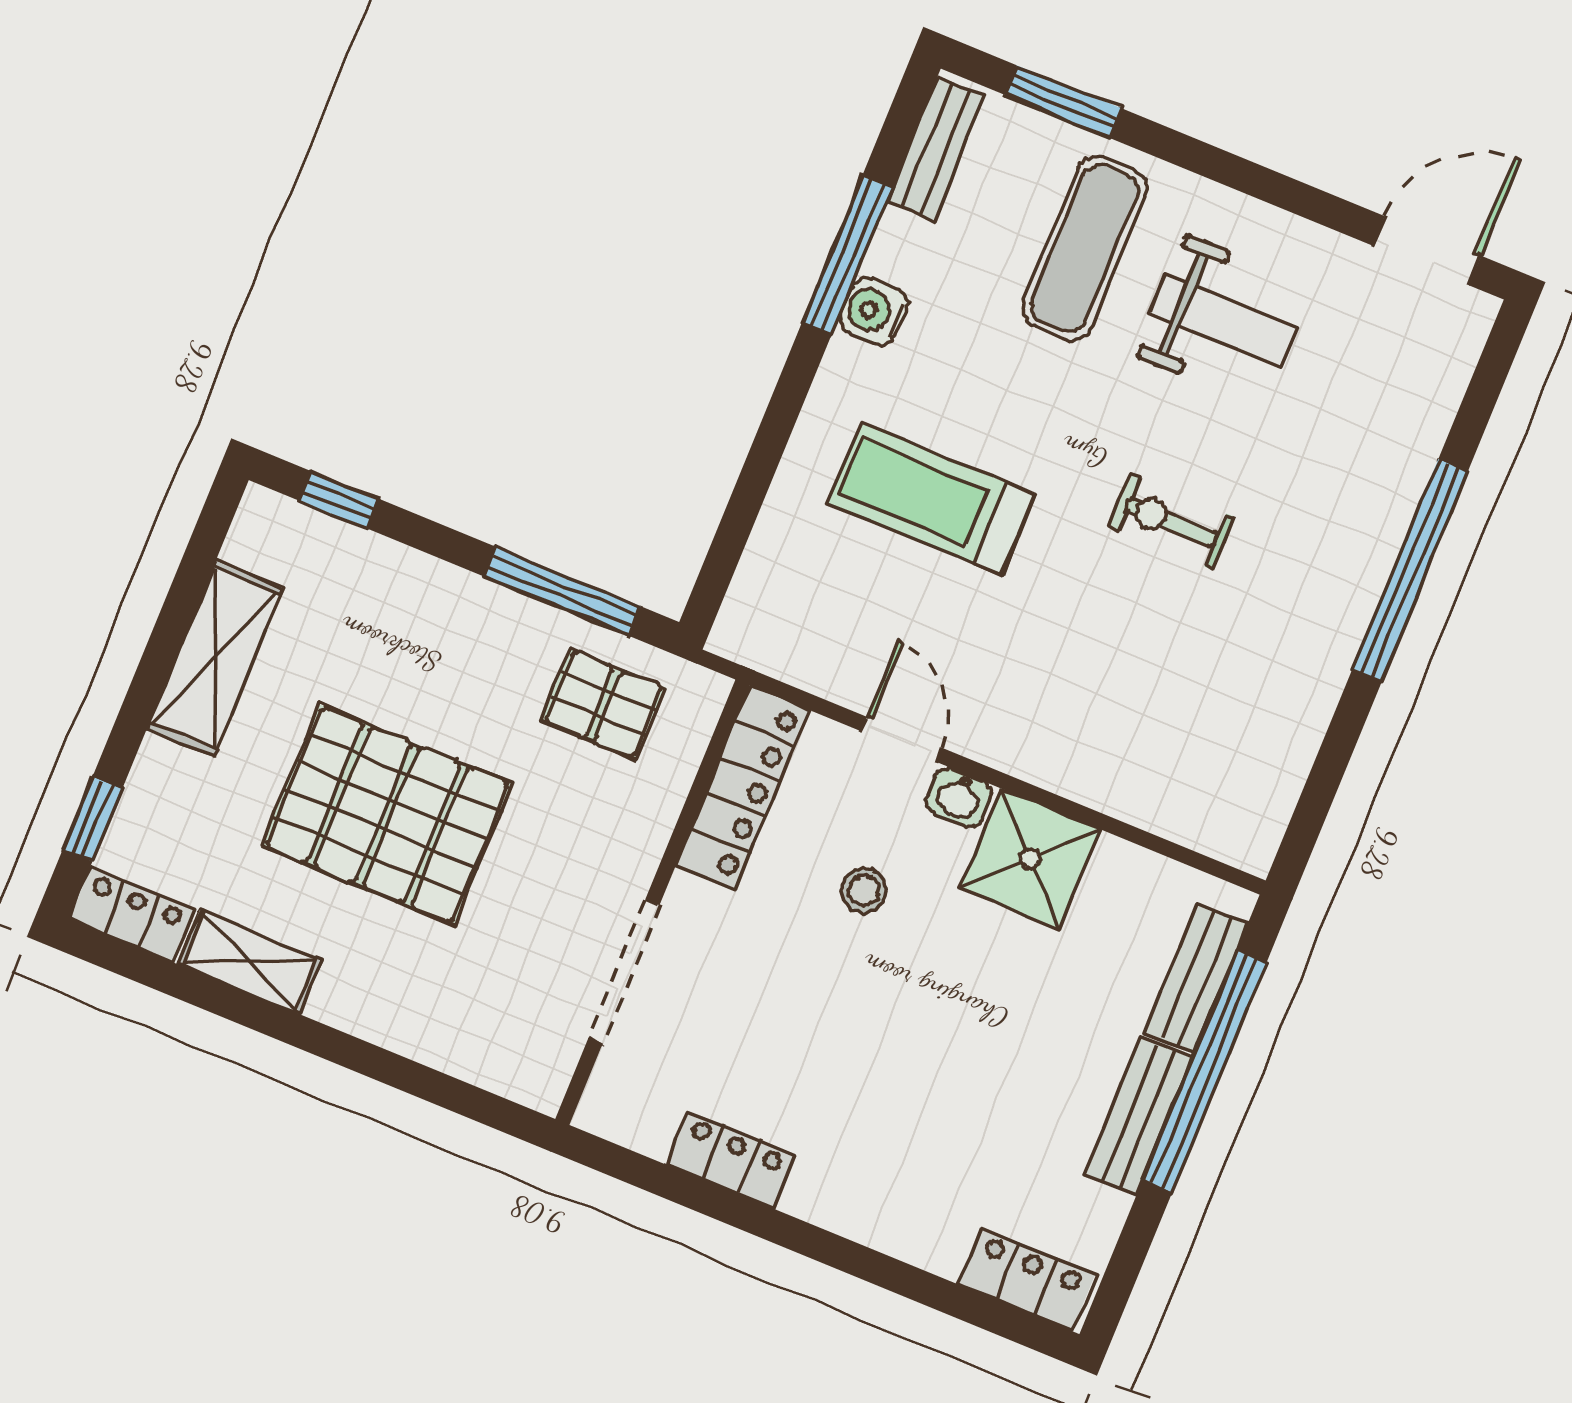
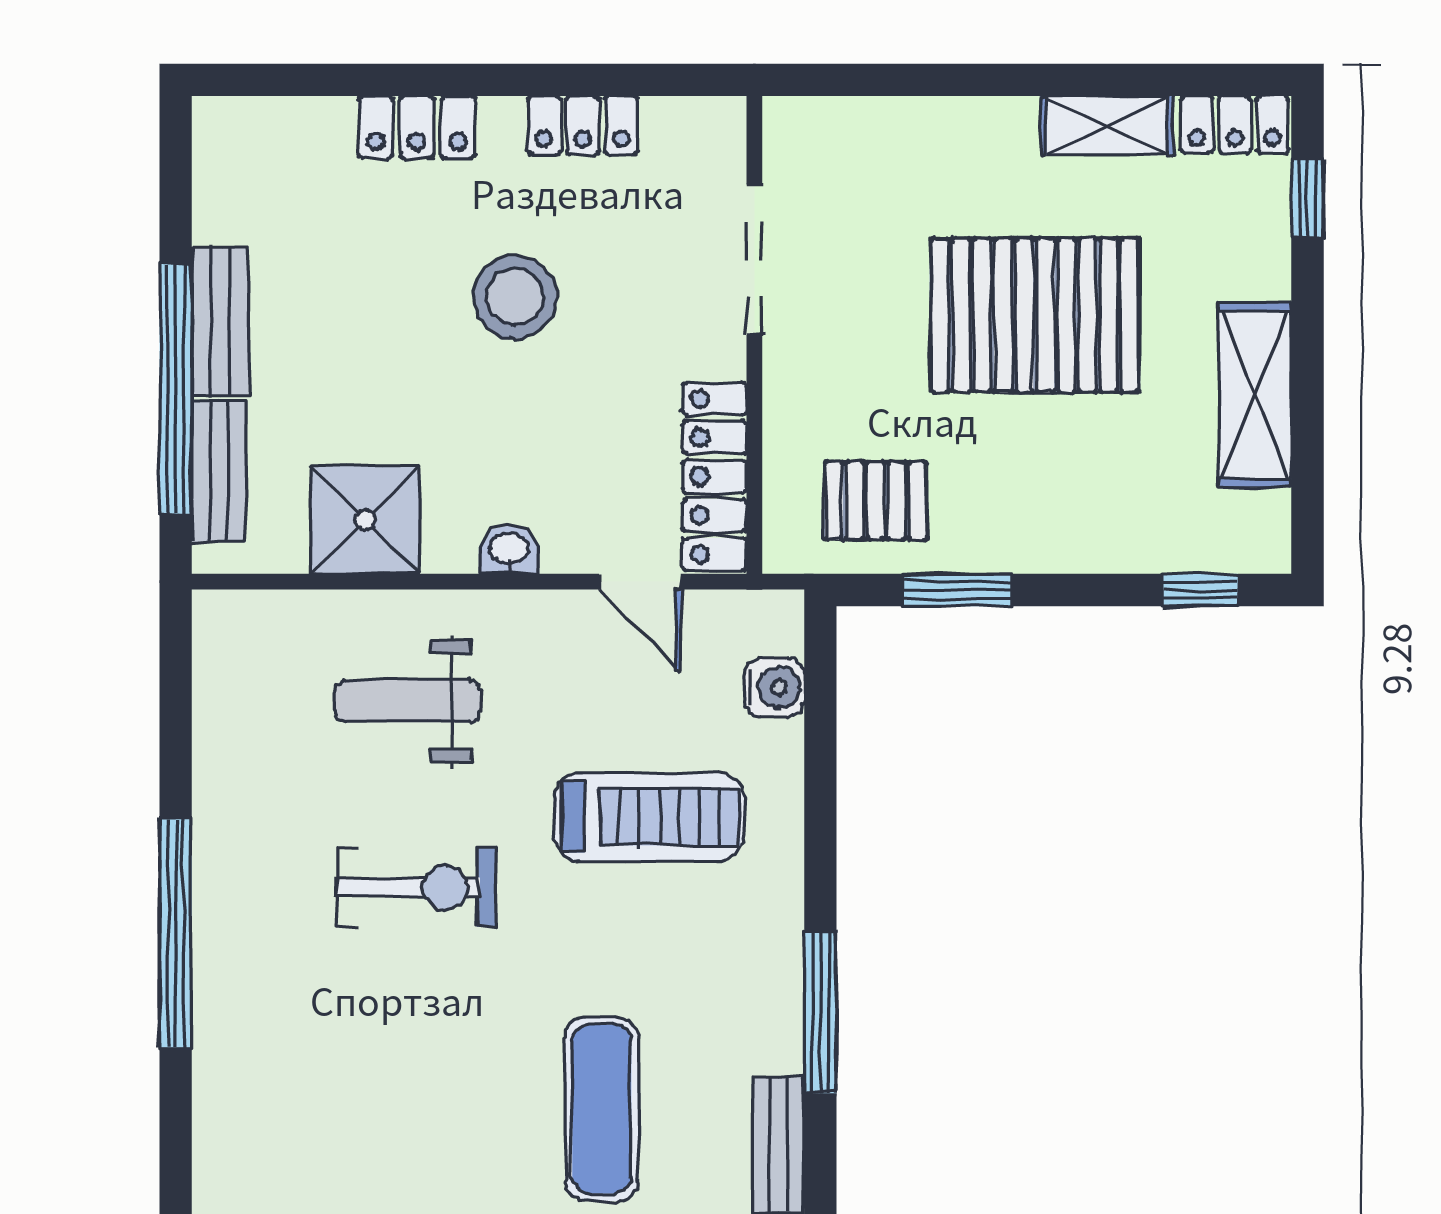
water cooler: (873, 311) -> (774, 687), moved
weight bench: (1223, 321) -> (407, 701), moved
exercise bike: (1171, 522) -> (416, 887), width x1.38, depth x1.39
window: (562, 591) -> (958, 590), width x0.69
door: (902, 739) -> (640, 582), moved
shower: (1030, 859) -> (365, 520), moved
stool: (864, 890) -> (515, 297), moved, width x1.89, depth x1.89
locker: (1027, 1279) -> (417, 127), moved

